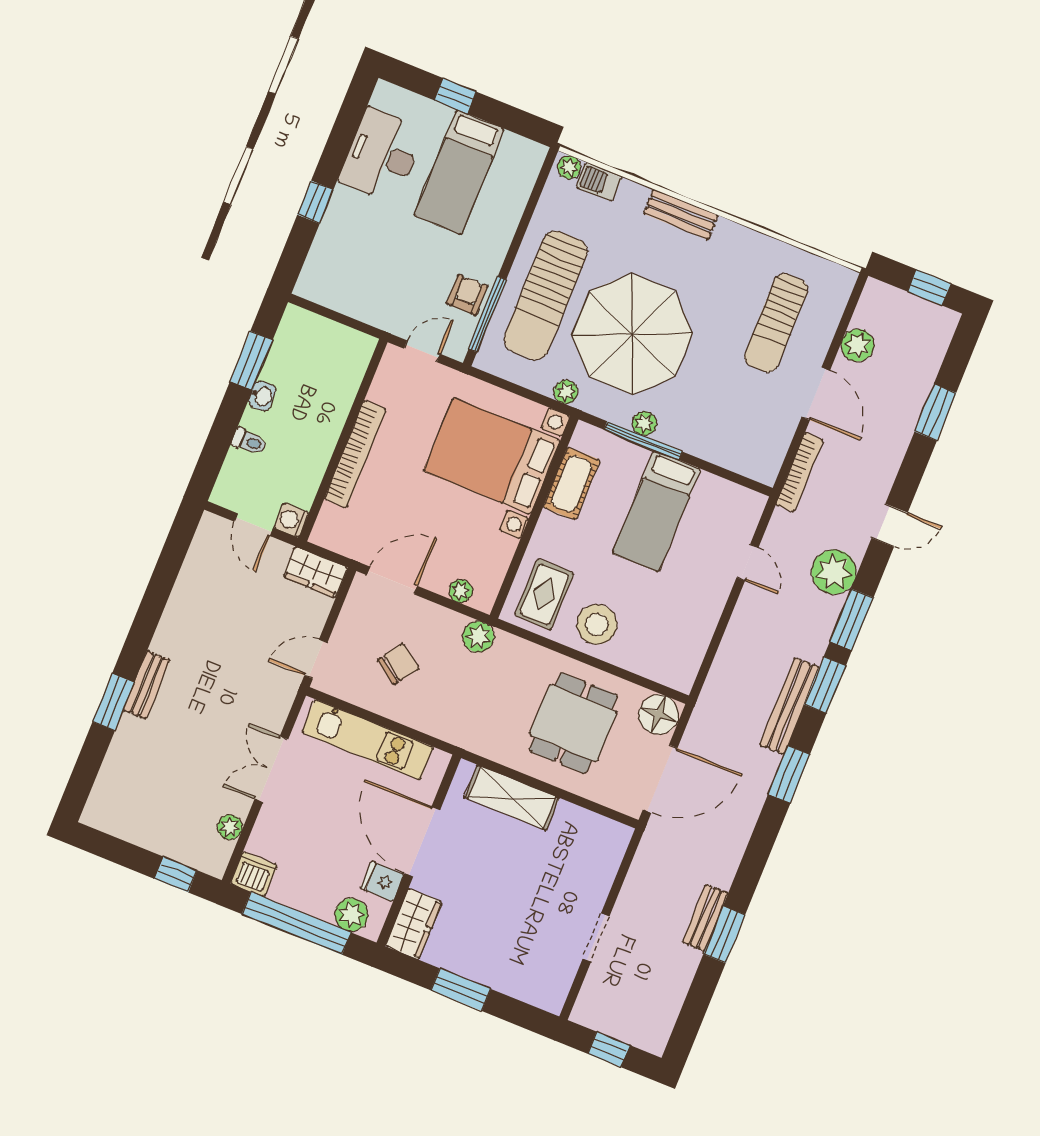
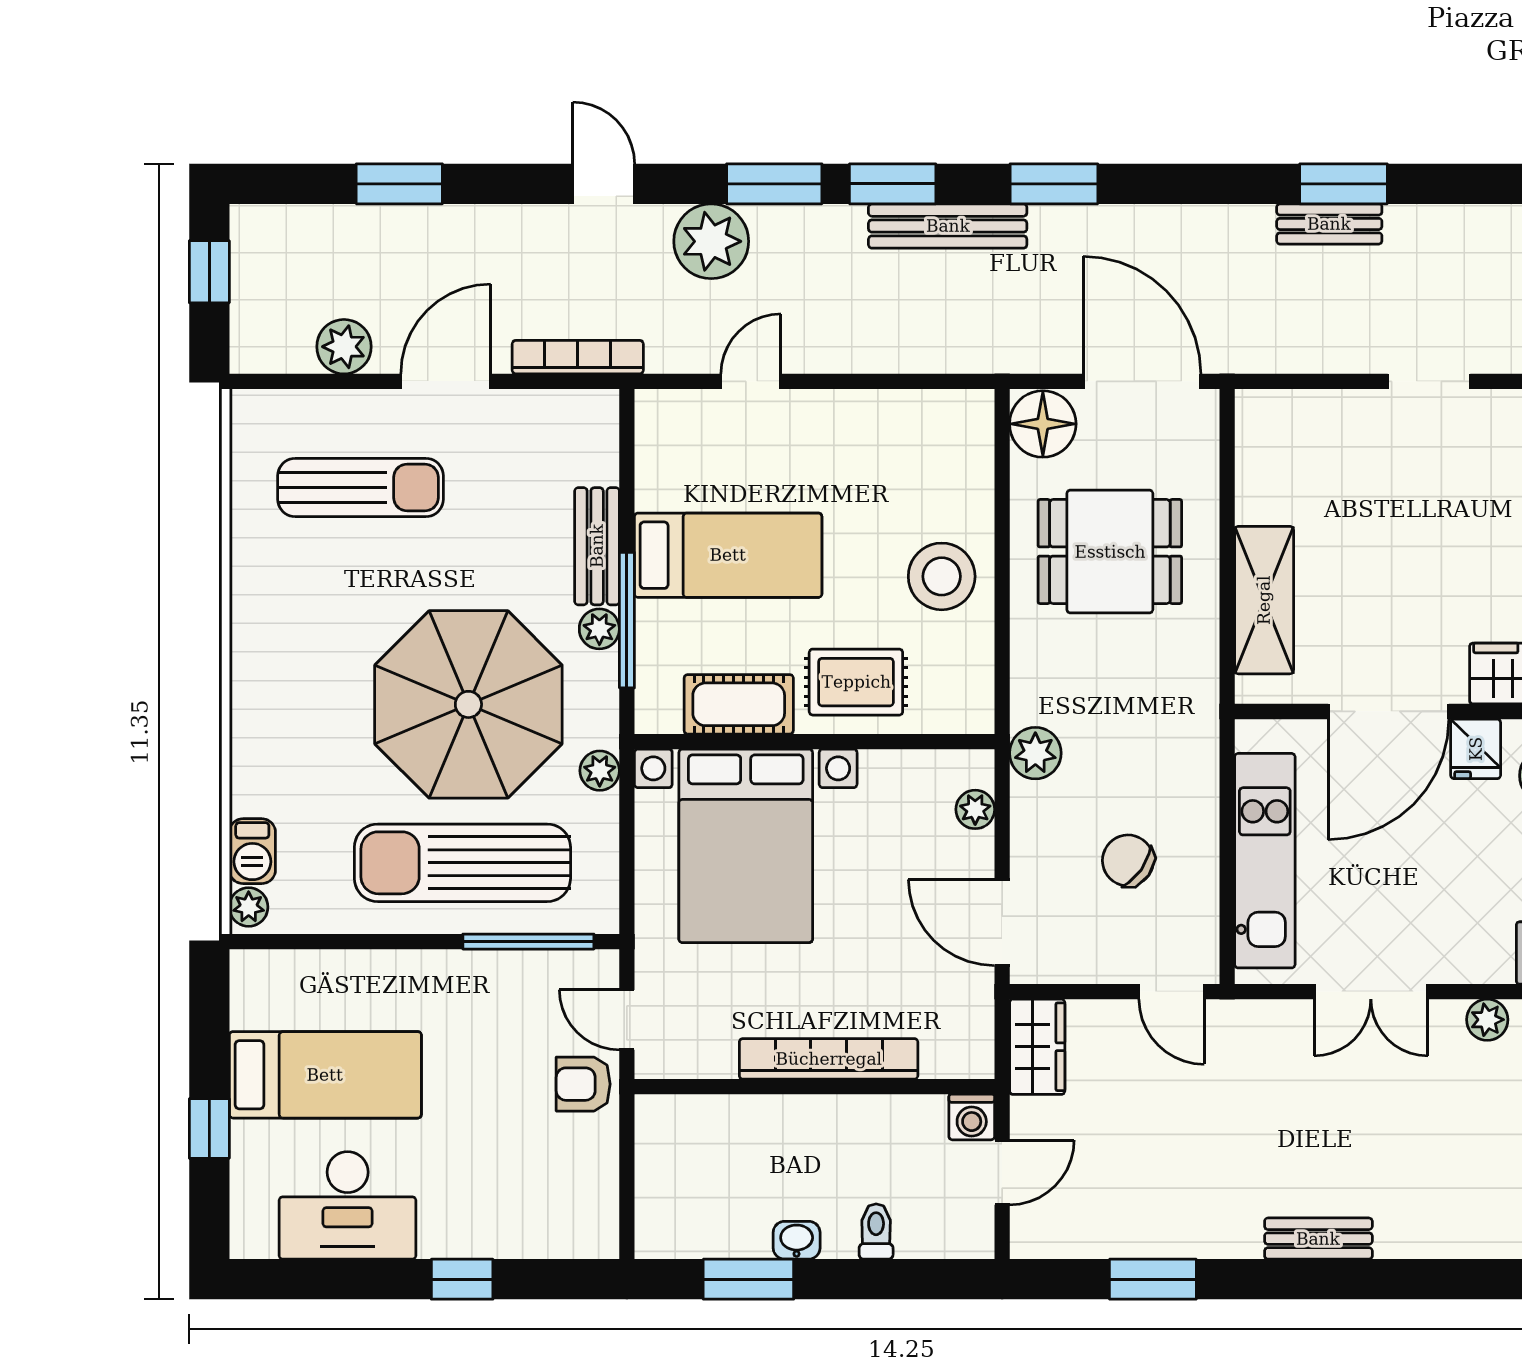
bench: (681, 214) -> (597, 546), moved
armchair: (467, 295) -> (583, 1084), moved
sun lounger: (546, 295) -> (462, 863), turned 180
rug: (544, 594) -> (856, 682), moved
window: (113, 702) -> (1153, 1279), moved

